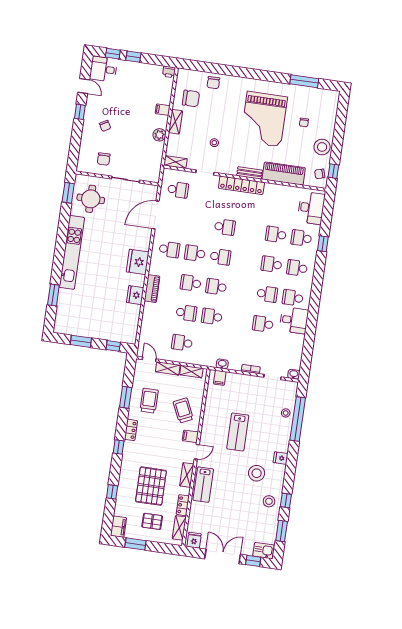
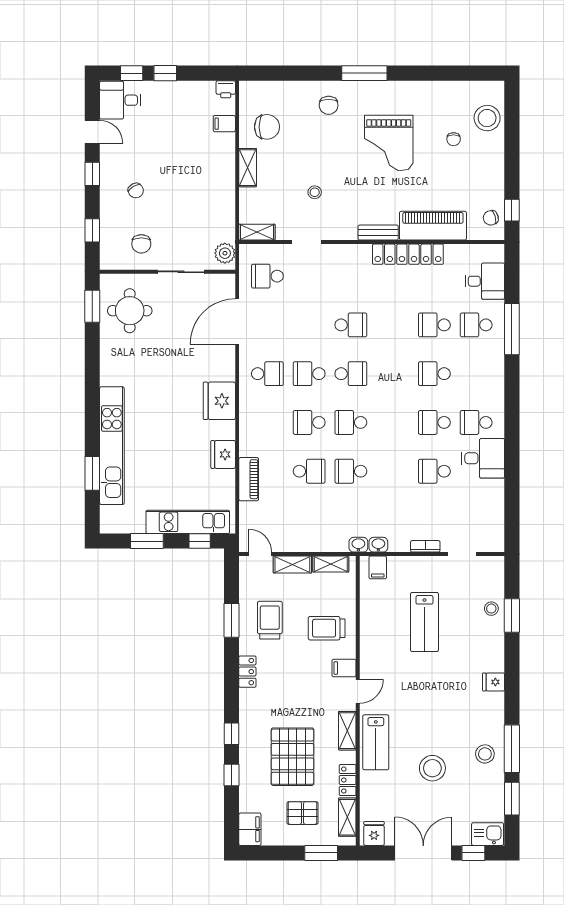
window: (304, 81) -> (364, 73), moved
chair: (213, 83) -> (329, 105), moved
filing cabinet: (163, 110) -> (224, 124), moved
grand piano: (264, 119) -> (389, 143), width x0.73, depth x0.68
plant: (159, 135) -> (225, 253), moved
window: (75, 146) -> (92, 230), added
stool: (322, 147) -> (487, 118), moved
locker: (241, 185) -> (408, 254), moved
school desk: (178, 190) -> (267, 276), turned 180
desk: (311, 208) -> (485, 281), width x0.73
window: (323, 244) -> (512, 329), width x2.17
kitchen unit: (72, 252) -> (112, 446), moved
school desk: (297, 268) -> (476, 374), removed
piano: (152, 289) -> (249, 479), moved
school desk: (267, 294) -> (434, 422), turned 180
kitchen unit: (108, 333) -> (188, 522), added
school desk: (182, 343) -> (309, 520), removed
washbasin: (294, 374) -> (358, 545), moved
trolley: (183, 410) -> (327, 628), turned -65
window: (298, 419) -> (512, 615), width x0.47
lab bench: (238, 432) -> (424, 622), moved
window: (119, 447) -> (232, 734), moved
stool: (257, 473) -> (432, 768), moved
window: (286, 501) -> (512, 749), width x2.17
window: (135, 544) -> (321, 853), moved

